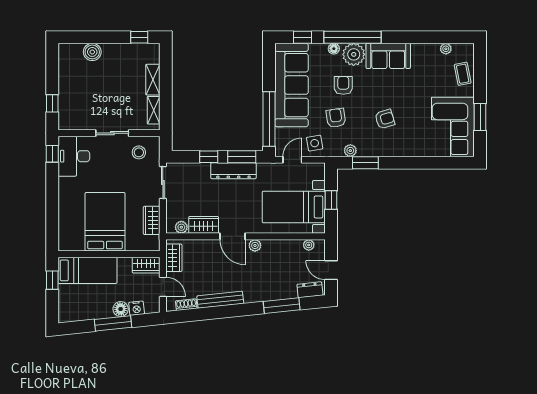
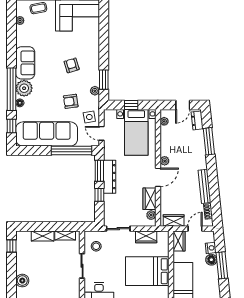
armchair: (343, 85) -> (47, 96), removed

